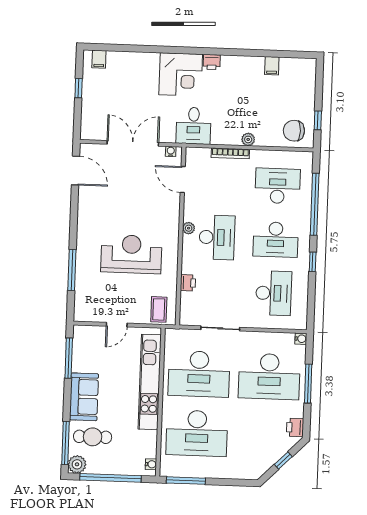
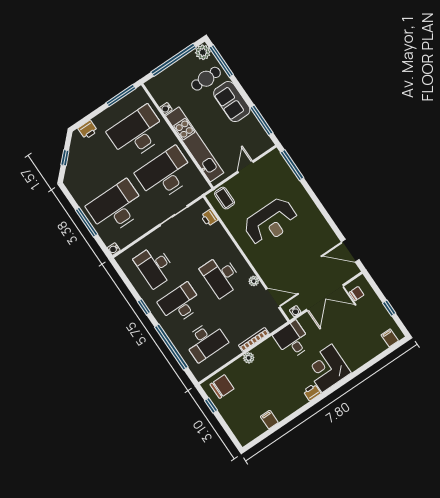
chair: (100, 125) -> (357, 294), added
plant: (189, 228) -> (254, 281), moved
window: (72, 270) -> (292, 165), moved
printer: (188, 283) -> (209, 218), moved
printer: (295, 428) -> (88, 130), moved, turned 90
water cooler: (151, 464) -> (166, 109), moved

